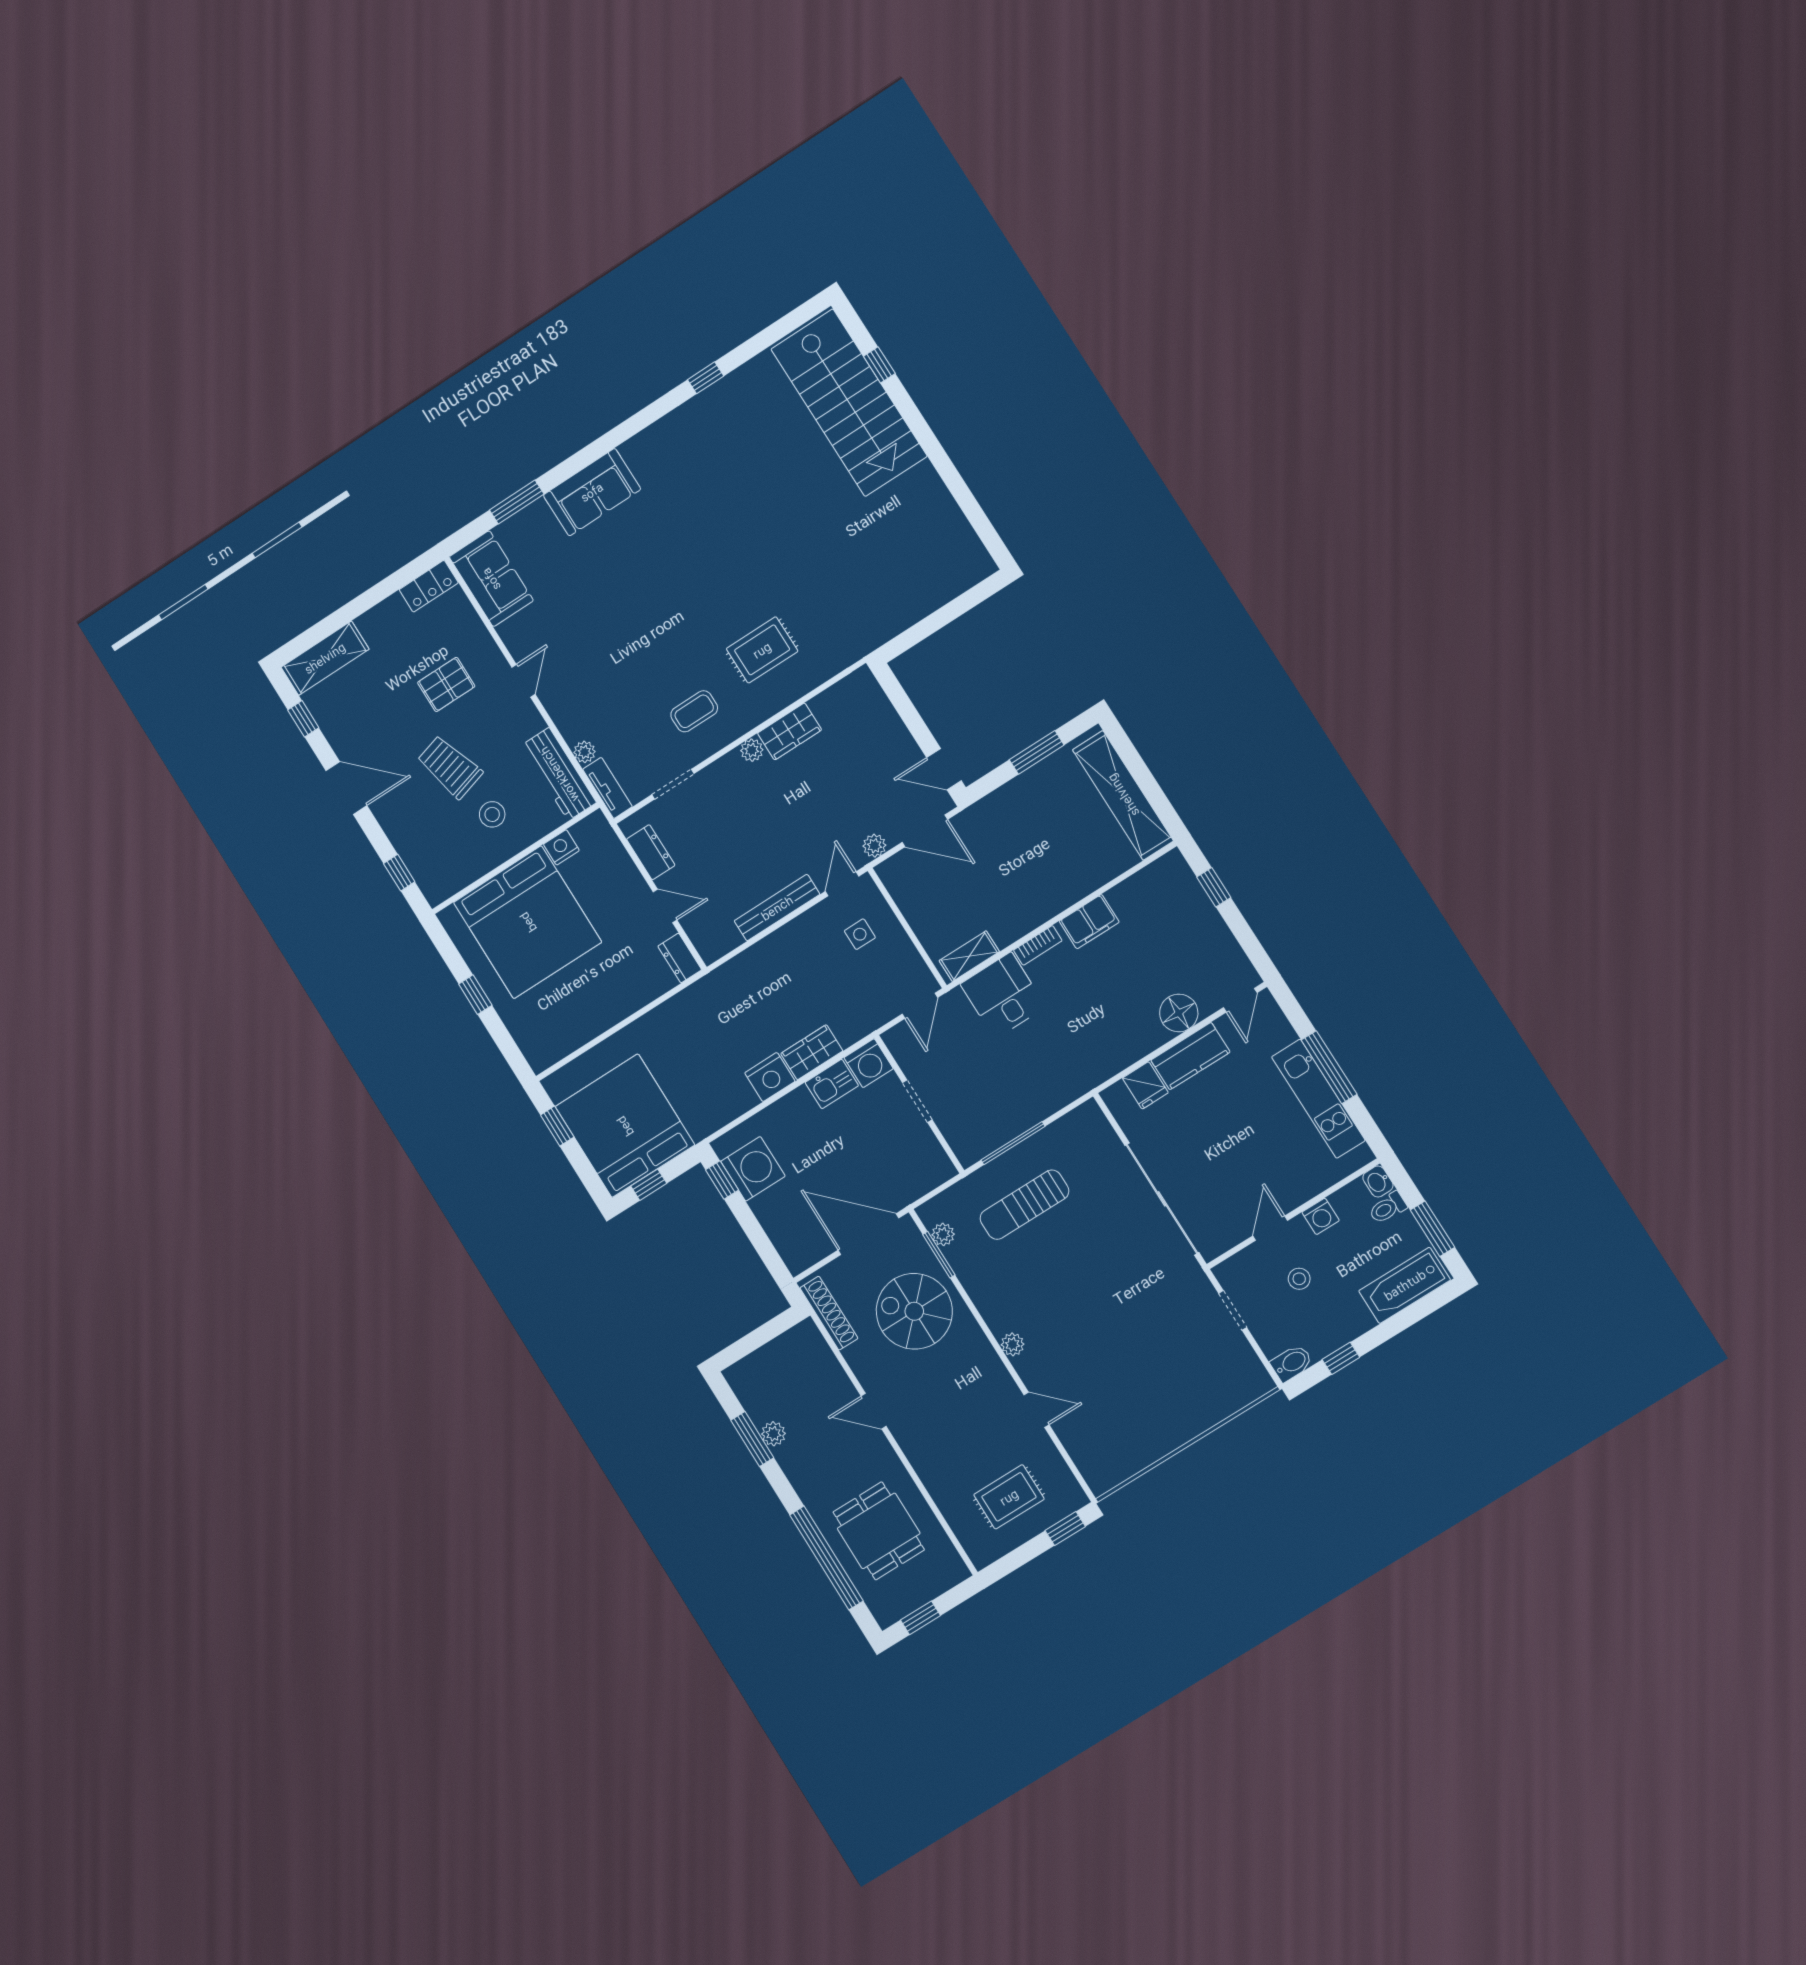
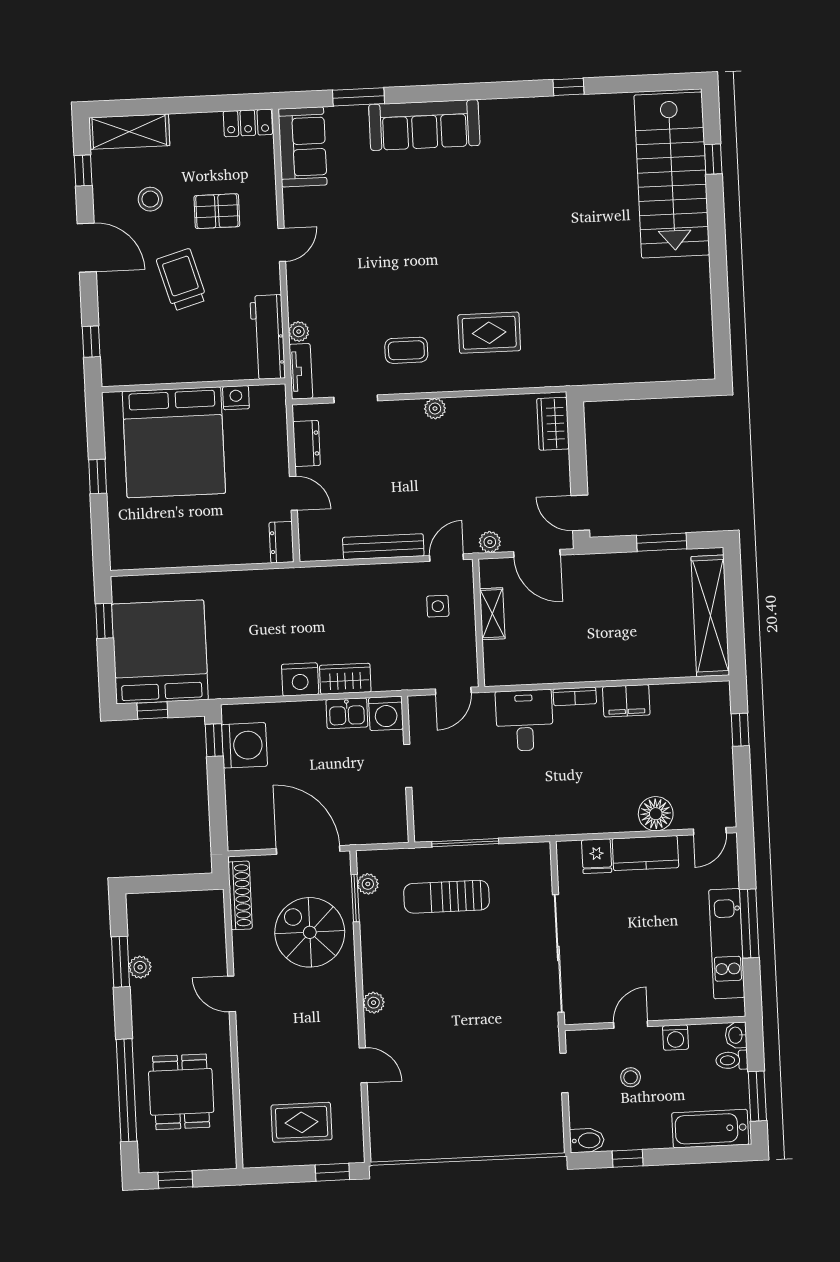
sofa: (592, 492) -> (424, 125), width x1.36
wardrobe: (790, 731) -> (553, 424), moved, turned 90
stool: (492, 814) -> (150, 199), moved
shelving: (969, 956) -> (492, 614), moved, turned 90

